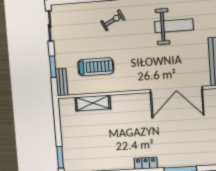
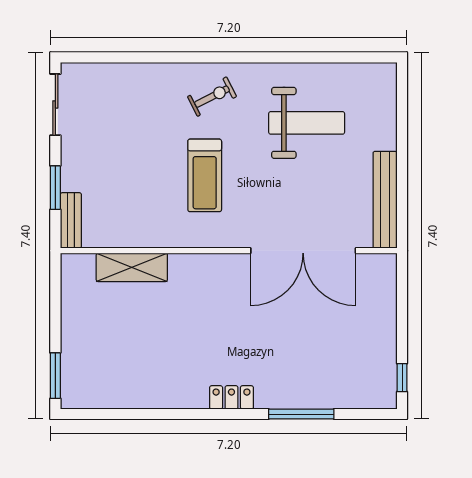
exercise bike: (113, 20) -> (212, 97), moved
treadmill: (96, 67) -> (205, 175), moved, turned 90

